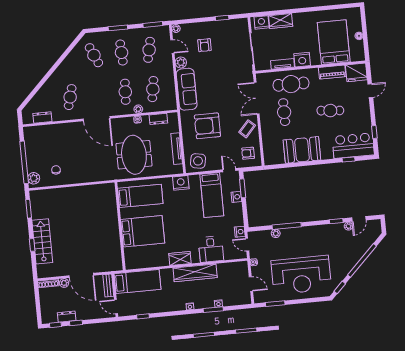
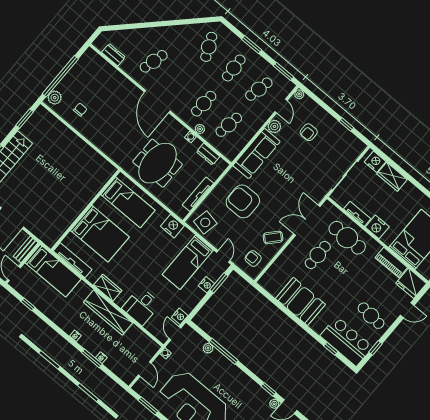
cafe table: (330, 111) -> (371, 316), moved
tv unit: (143, 263) -> (73, 260), added

